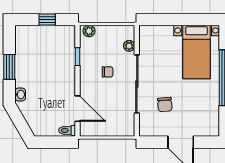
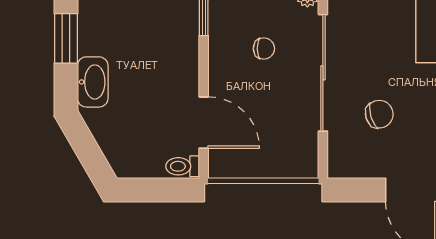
washbasin: (20, 94) -> (93, 82), width x1.91, depth x1.45
chair: (165, 105) -> (379, 114), turned -102

